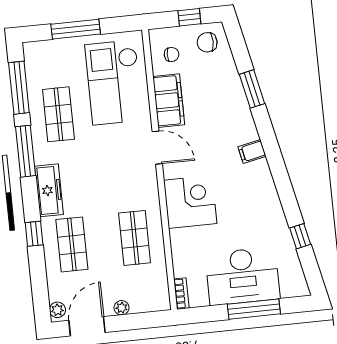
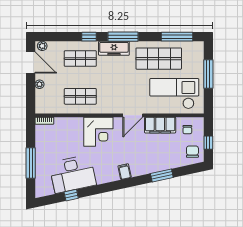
shop shelf: (58, 114) -> (159, 59), width x1.43, depth x1.36
window: (25, 151) -> (123, 37), moved
desk: (243, 276) -> (73, 174), moved, turned -102

